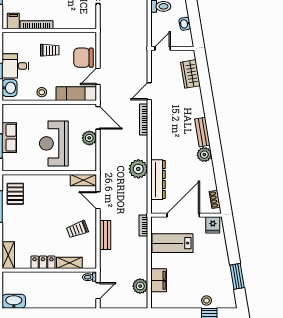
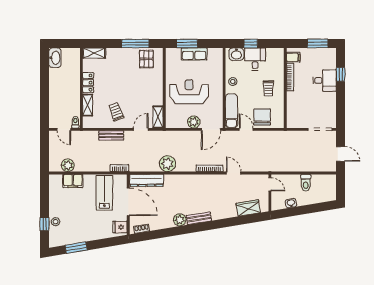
dresser: (158, 180) -> (147, 180), moved
pallet: (15, 194) -> (146, 59), turned 90

